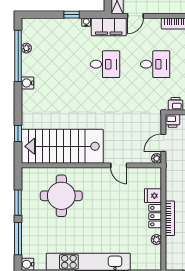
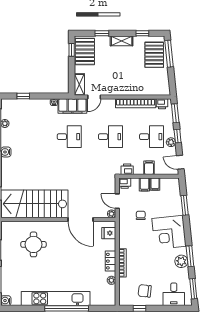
window: (72, 15) -> (23, 96), moved
door: (163, 143) -> (117, 201), hinge flipped
door: (119, 165) -> (81, 220), width x1.87
round table: (61, 196) -> (34, 244), width x0.73, depth x0.73
fridge: (153, 196) -> (109, 233), moved

